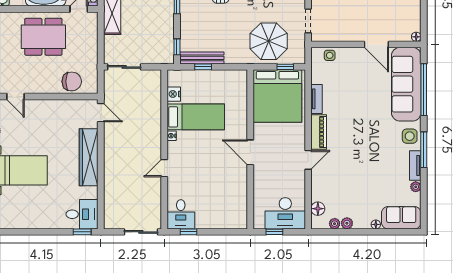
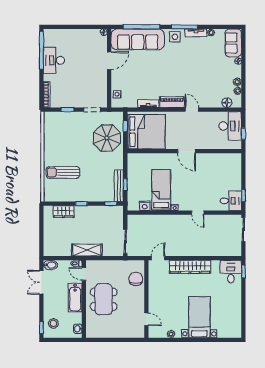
door: (15, 97) -> (146, 319), hinge flipped
door: (250, 152) -> (187, 151), hinge flipped

